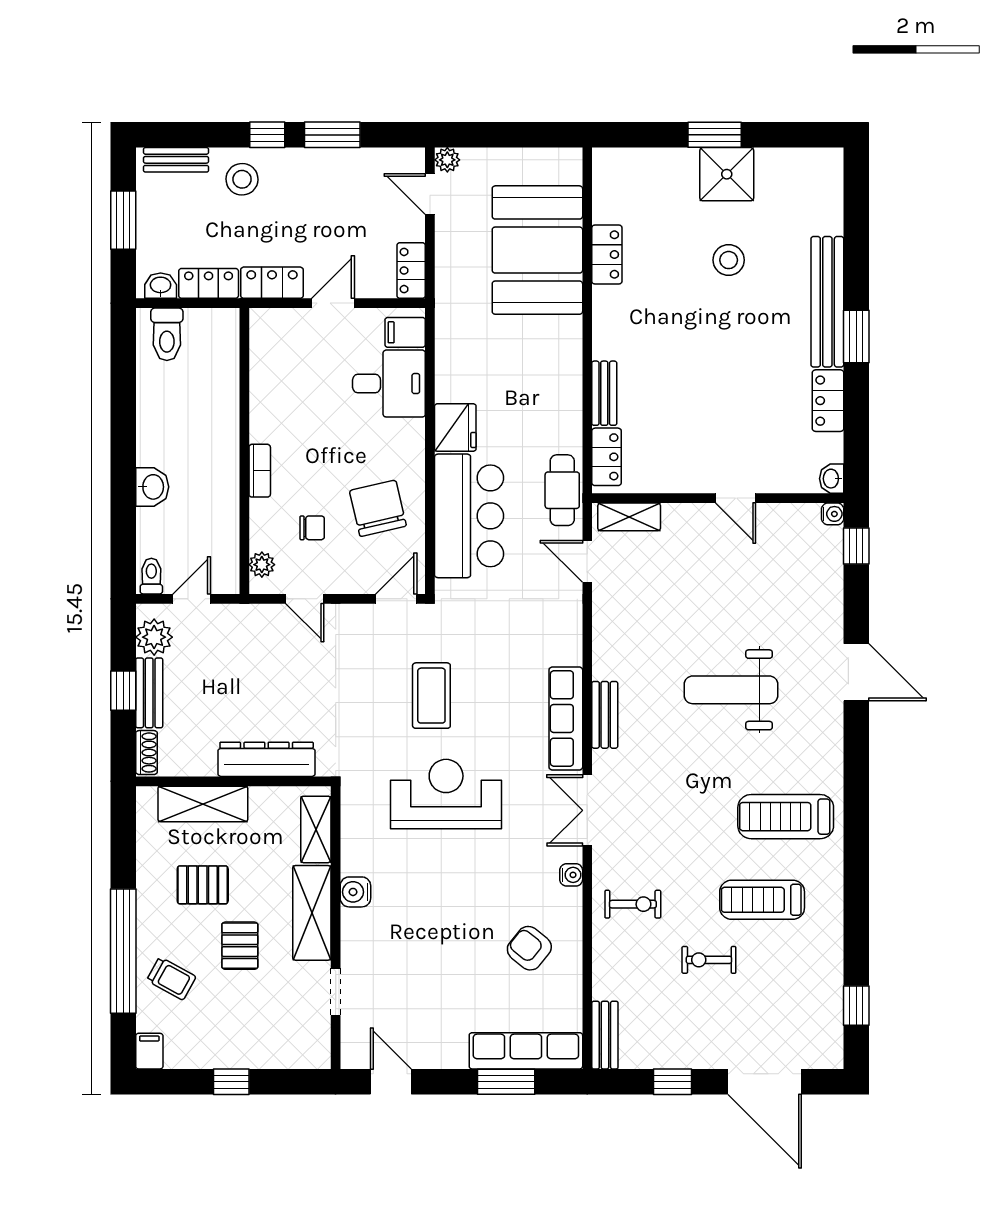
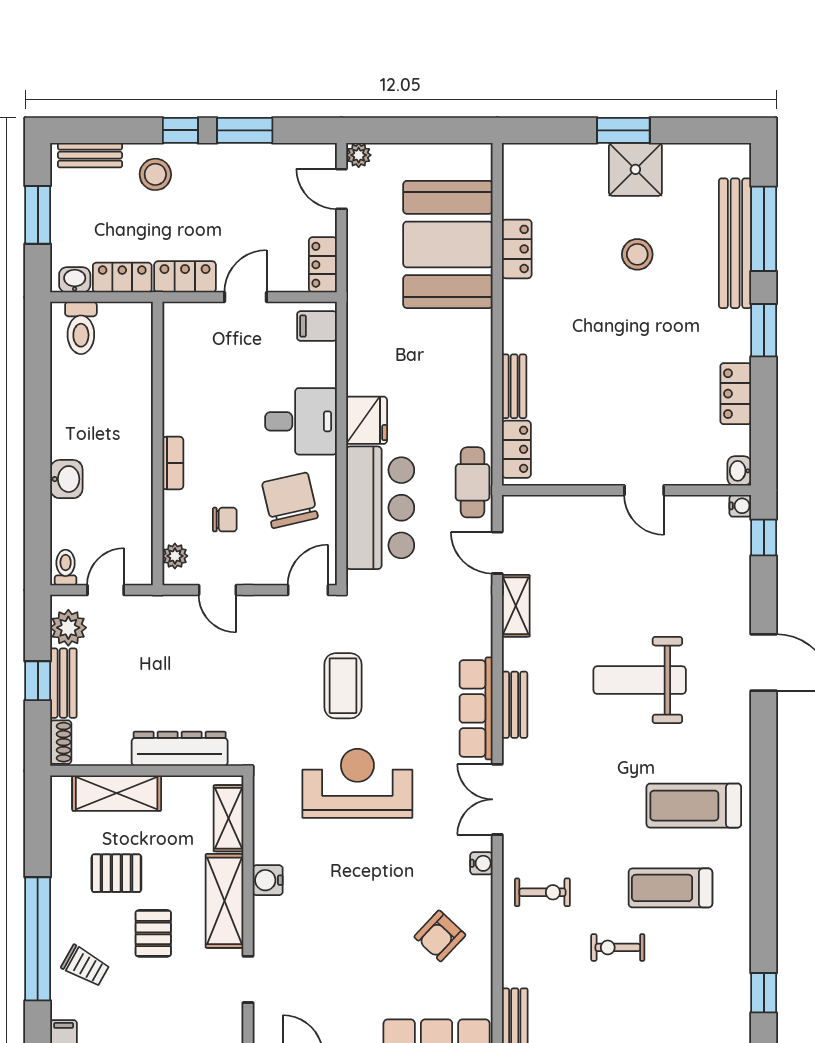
window: (856, 234) -> (764, 229), added
bench: (827, 302) -> (735, 243), moved
desk: (389, 384) -> (301, 421), moved
shelving: (629, 517) -> (516, 606), moved, turned 90
armchair: (529, 948) -> (440, 936), turned -86

